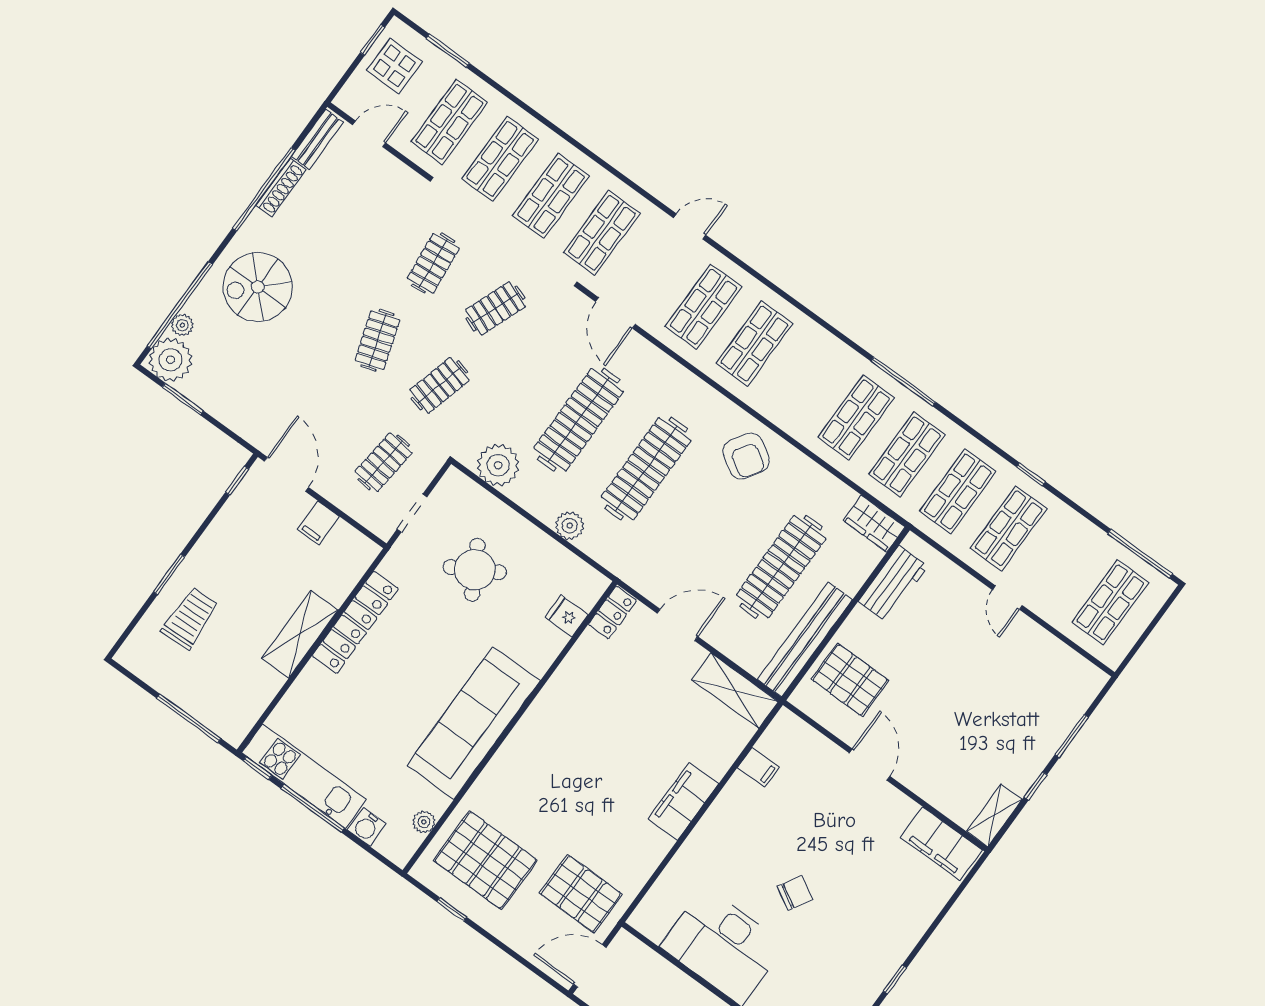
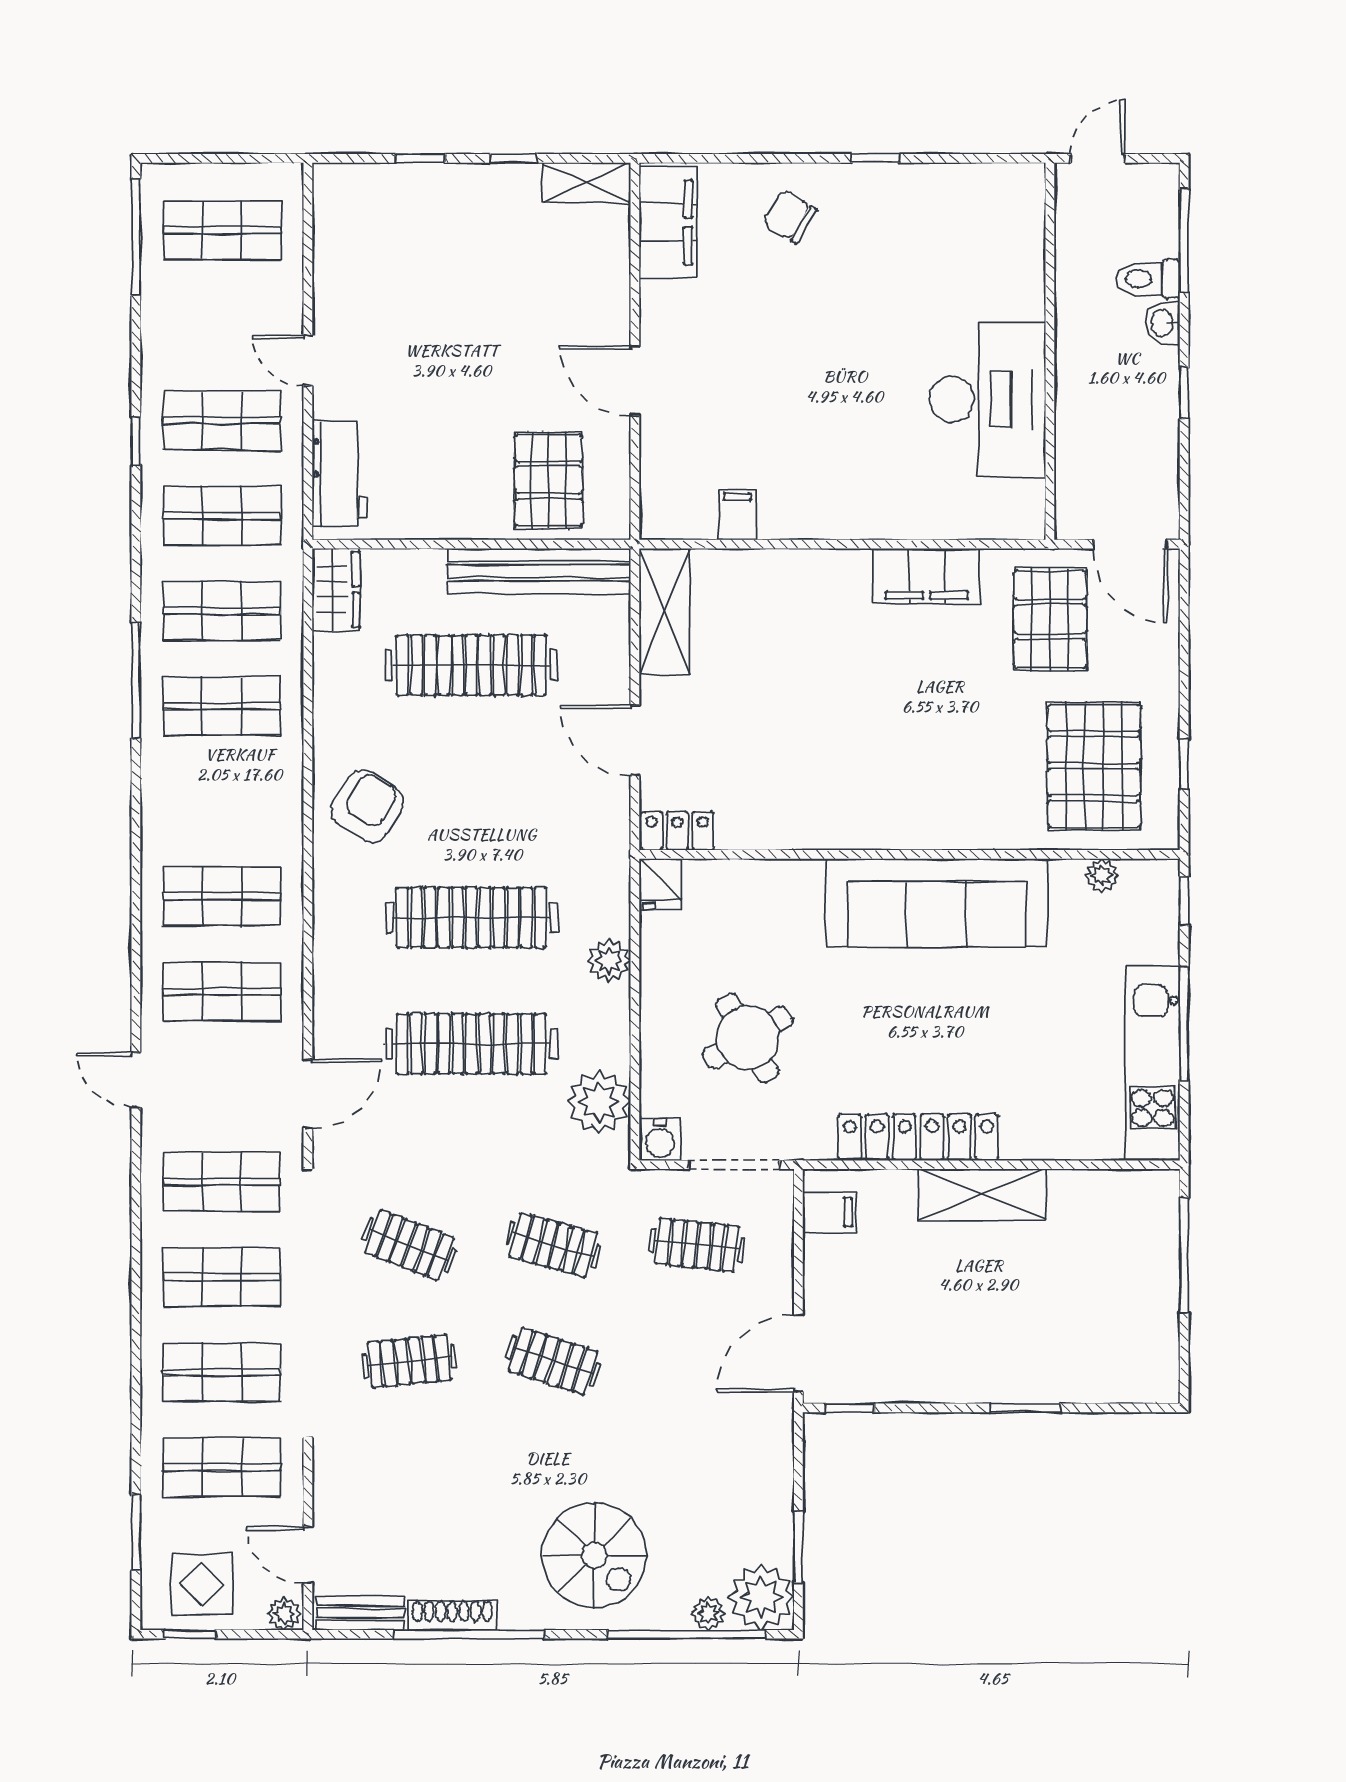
plant: (347, 98) -> (284, 1614), added
clothes rail: (377, 340) -> (553, 1361), turned 36
doorway: (412, 513) -> (734, 1165), width x1.38
filing cabinet: (318, 523) -> (829, 1212), moved
workbench: (893, 584) -> (339, 474), moved, turned 90
door: (1007, 598) -> (308, 360), swing flipped
fridge: (567, 616) -> (660, 884), moved
trolley: (190, 618) -> (1061, 1343), removed
window: (1072, 736) -> (420, 158), width x0.67
door: (870, 765) -> (635, 380), hinge flipped
window: (257, 768) -> (1184, 901), moved
filing cabinet: (683, 801) -> (927, 576), moved
water cooler: (367, 827) -> (660, 1139), moved, turned 90
chair: (795, 893) -> (790, 216), moved

